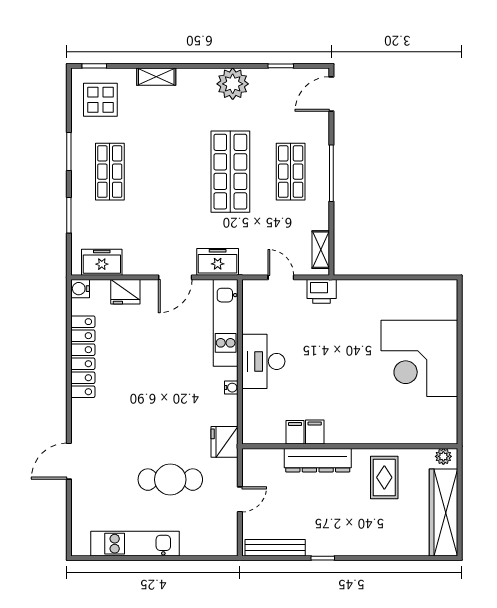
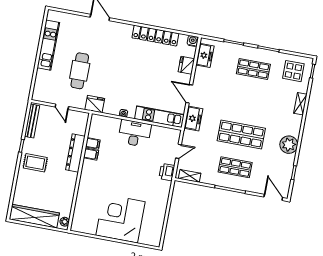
rug: (384, 477) -> (35, 163), moved

